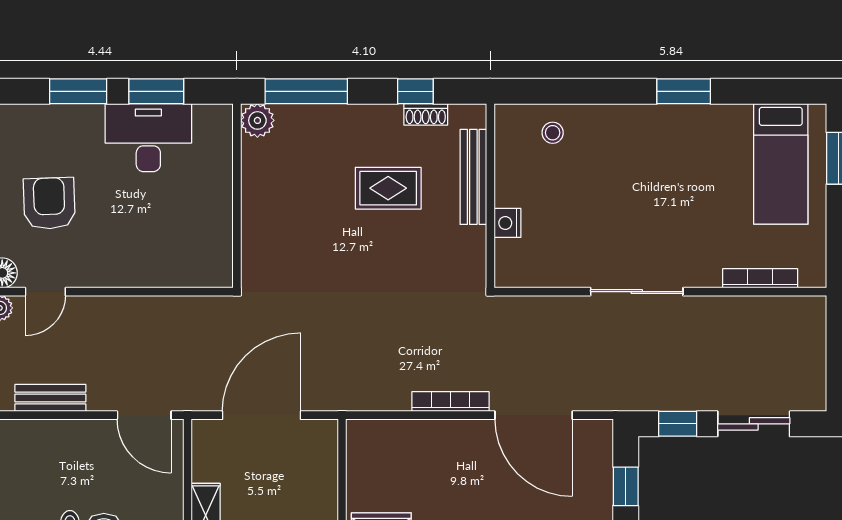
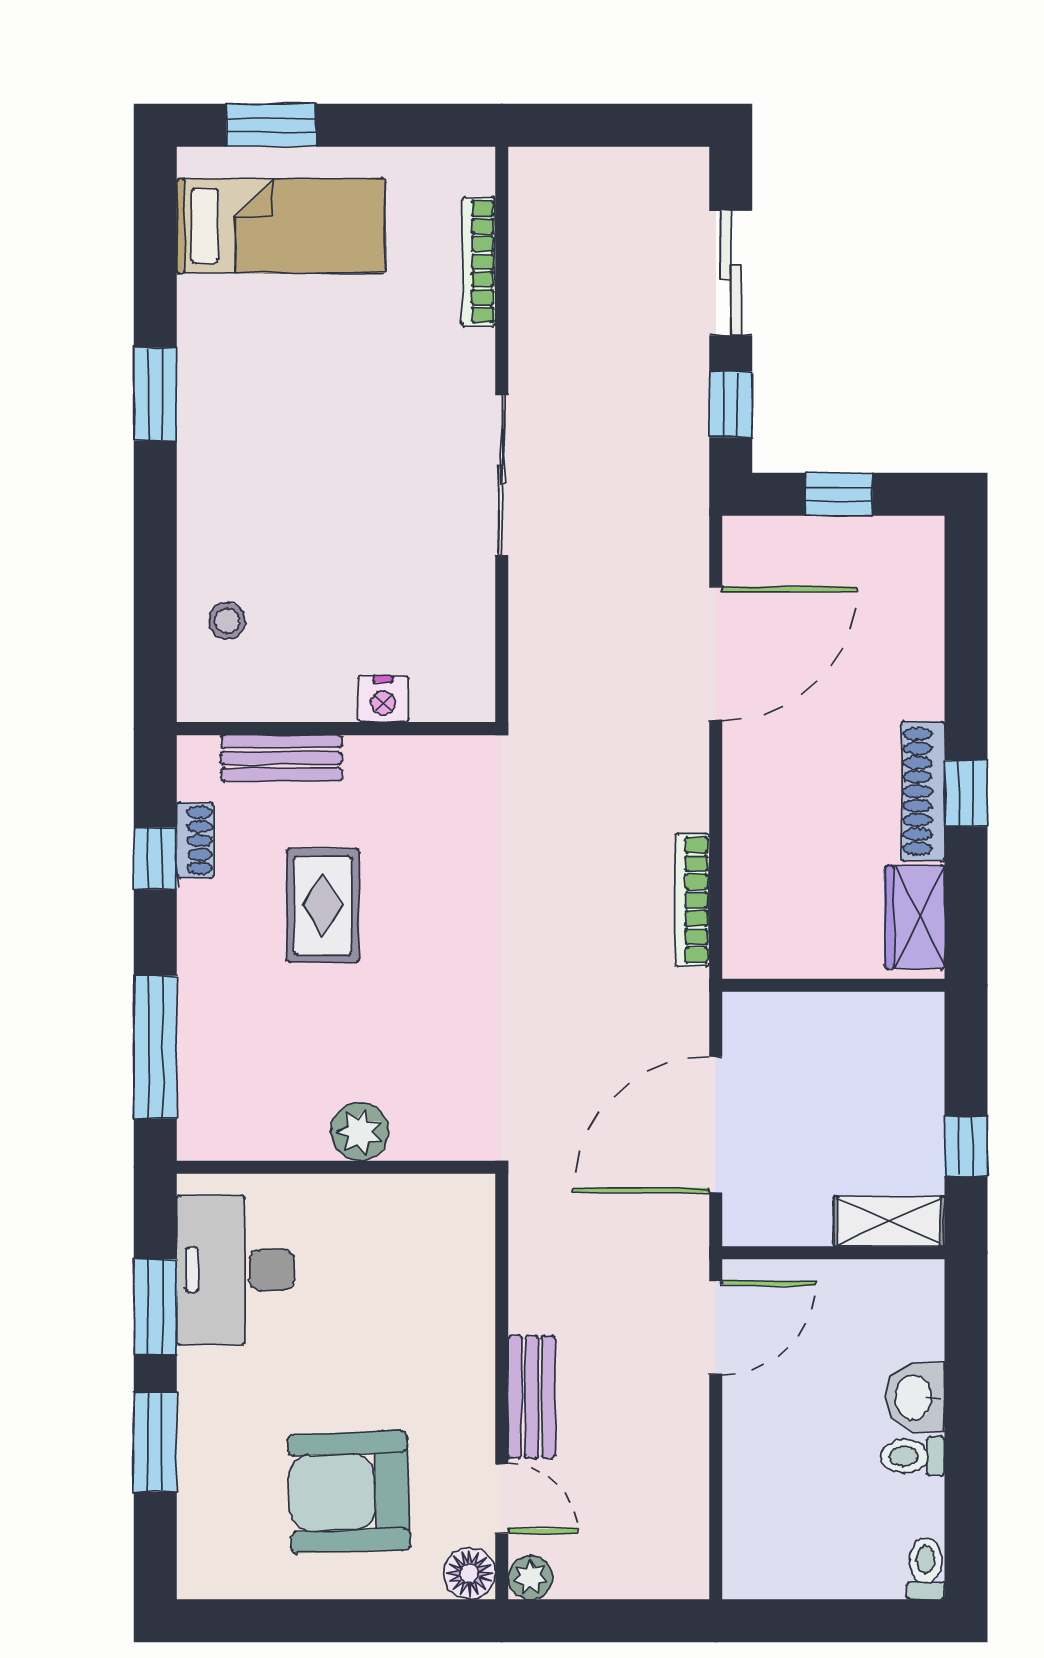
plant: (257, 120) -> (360, 1132), moved
desk: (148, 138) -> (235, 1270), moved
bench: (473, 177) -> (281, 758), width x0.73
armchair: (49, 203) -> (349, 1492), width x1.36, depth x1.36
bench: (50, 398) -> (532, 1397), moved
bookcase: (450, 402) -> (692, 900), moved
door: (262, 415) -> (716, 1125), hinge flipped

